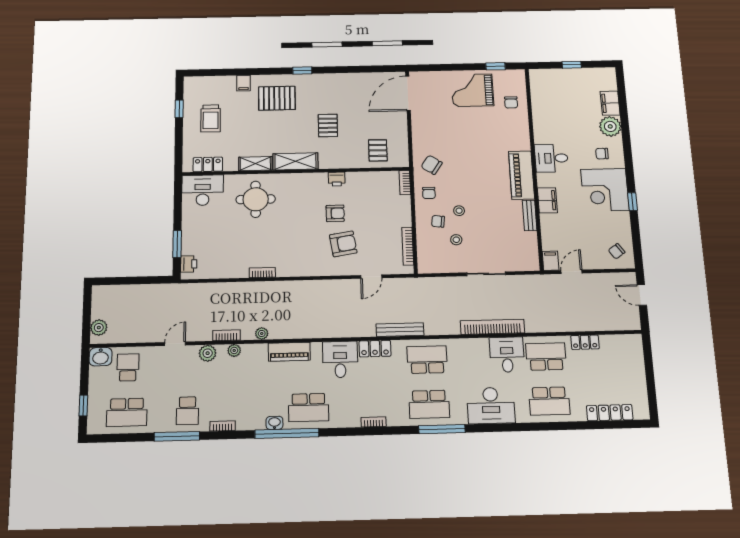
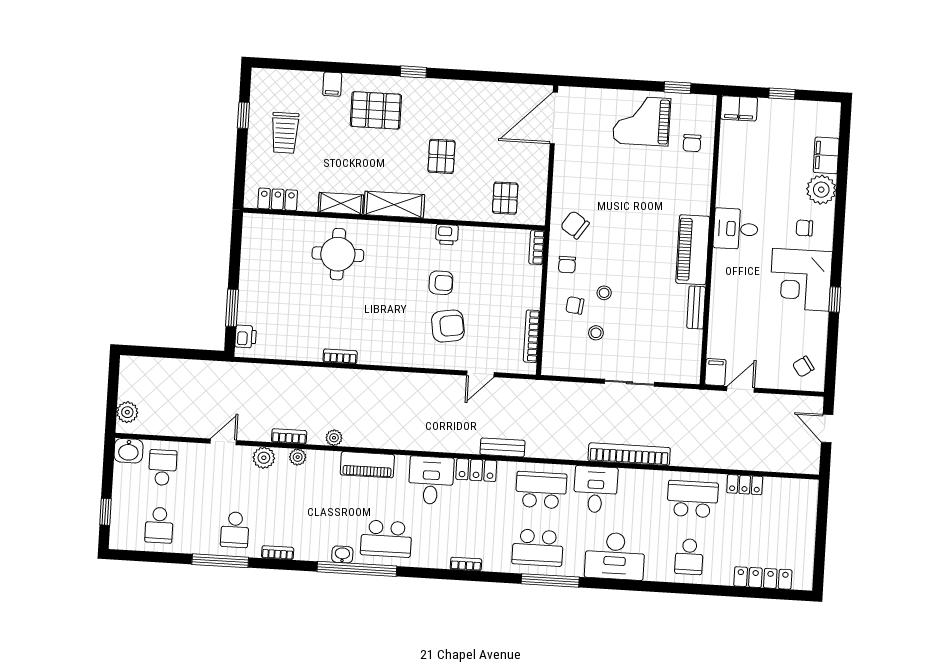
desk: (203, 190) -> (269, 236), removed
filing cabinet: (547, 200) -> (739, 108), moved, turned 90
bench: (400, 330) -> (502, 447), width x0.73
desk: (507, 355) -> (596, 489), moved
school desk: (549, 401) -> (689, 557), width x0.54
school desk: (127, 412) -> (159, 525), width x0.54

